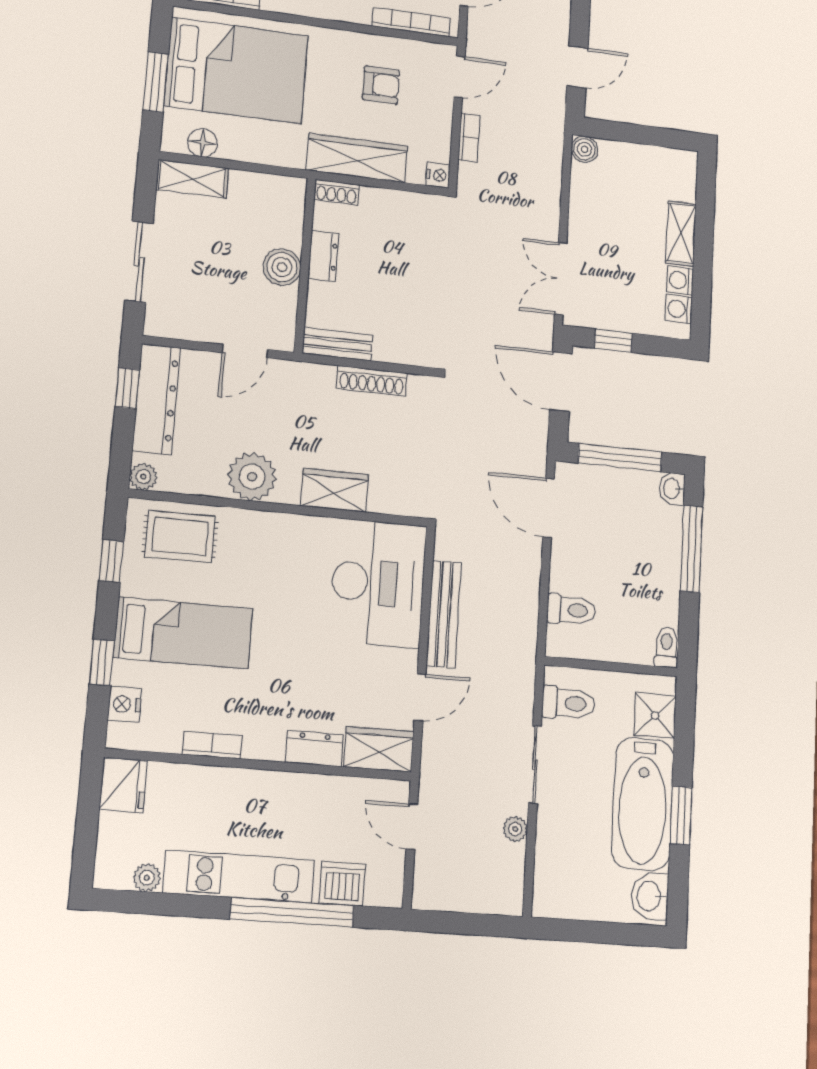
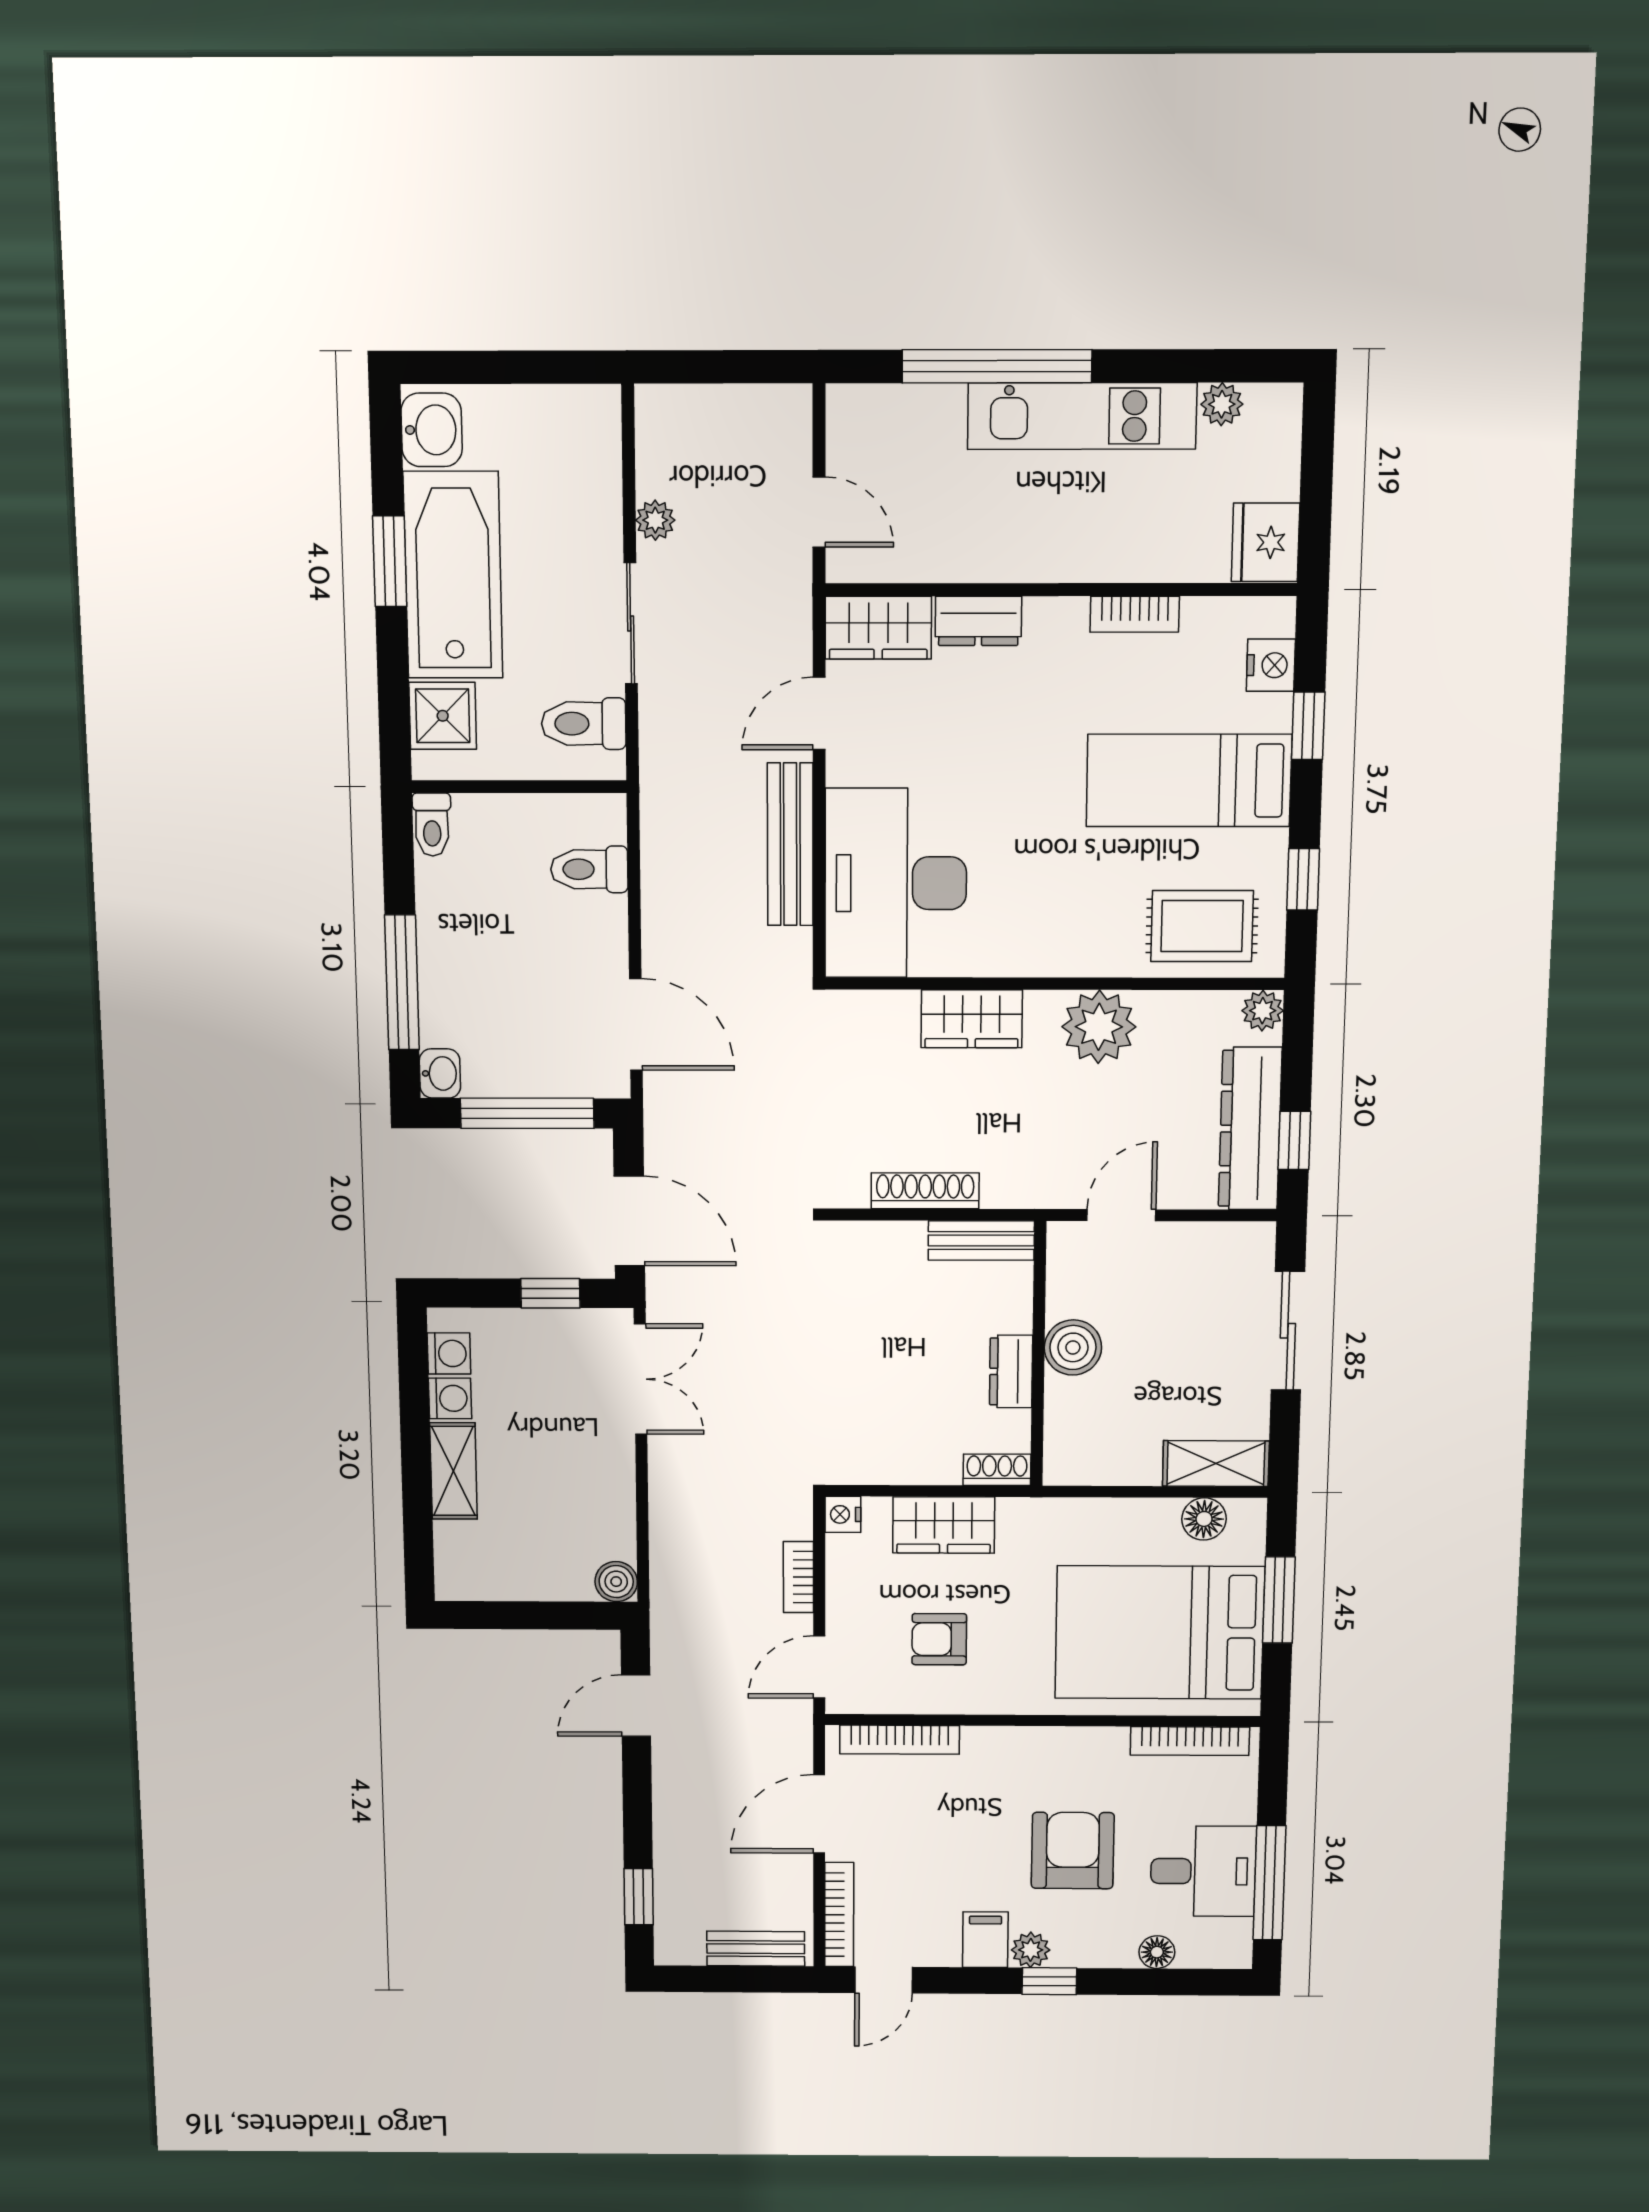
wardrobe: (357, 158) -> (944, 1525), width x0.67
dishwasher: (342, 884) -> (922, 416), removed

